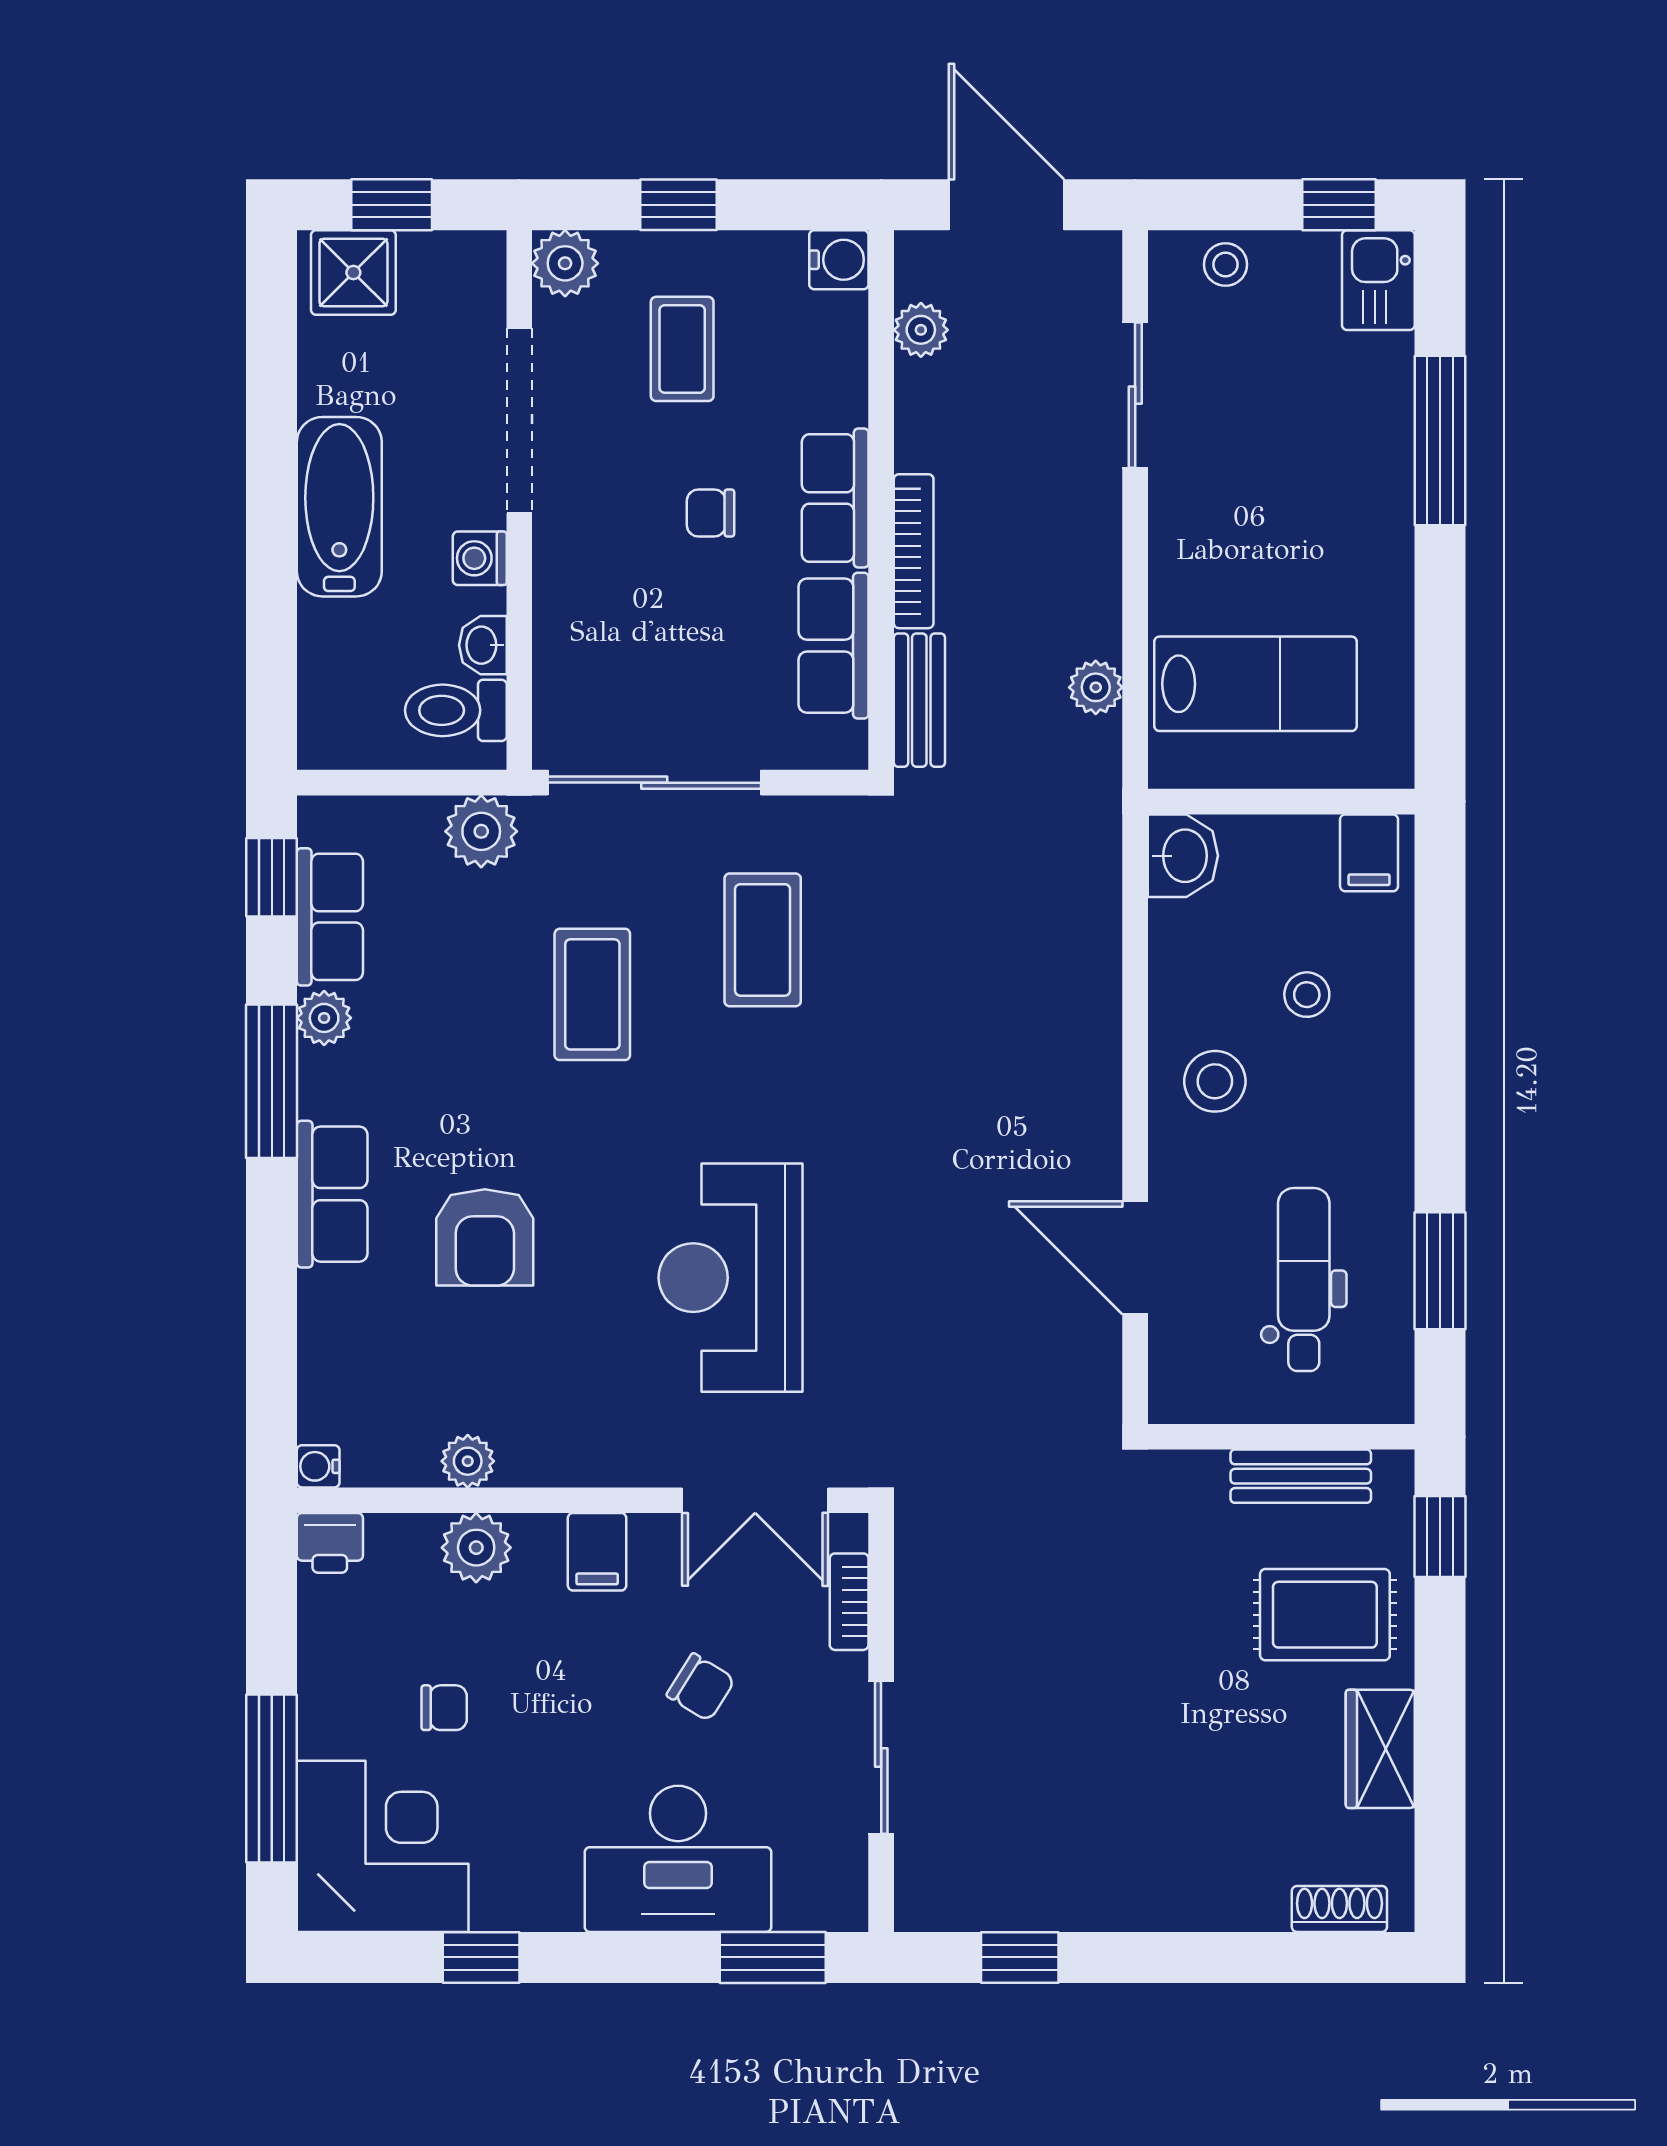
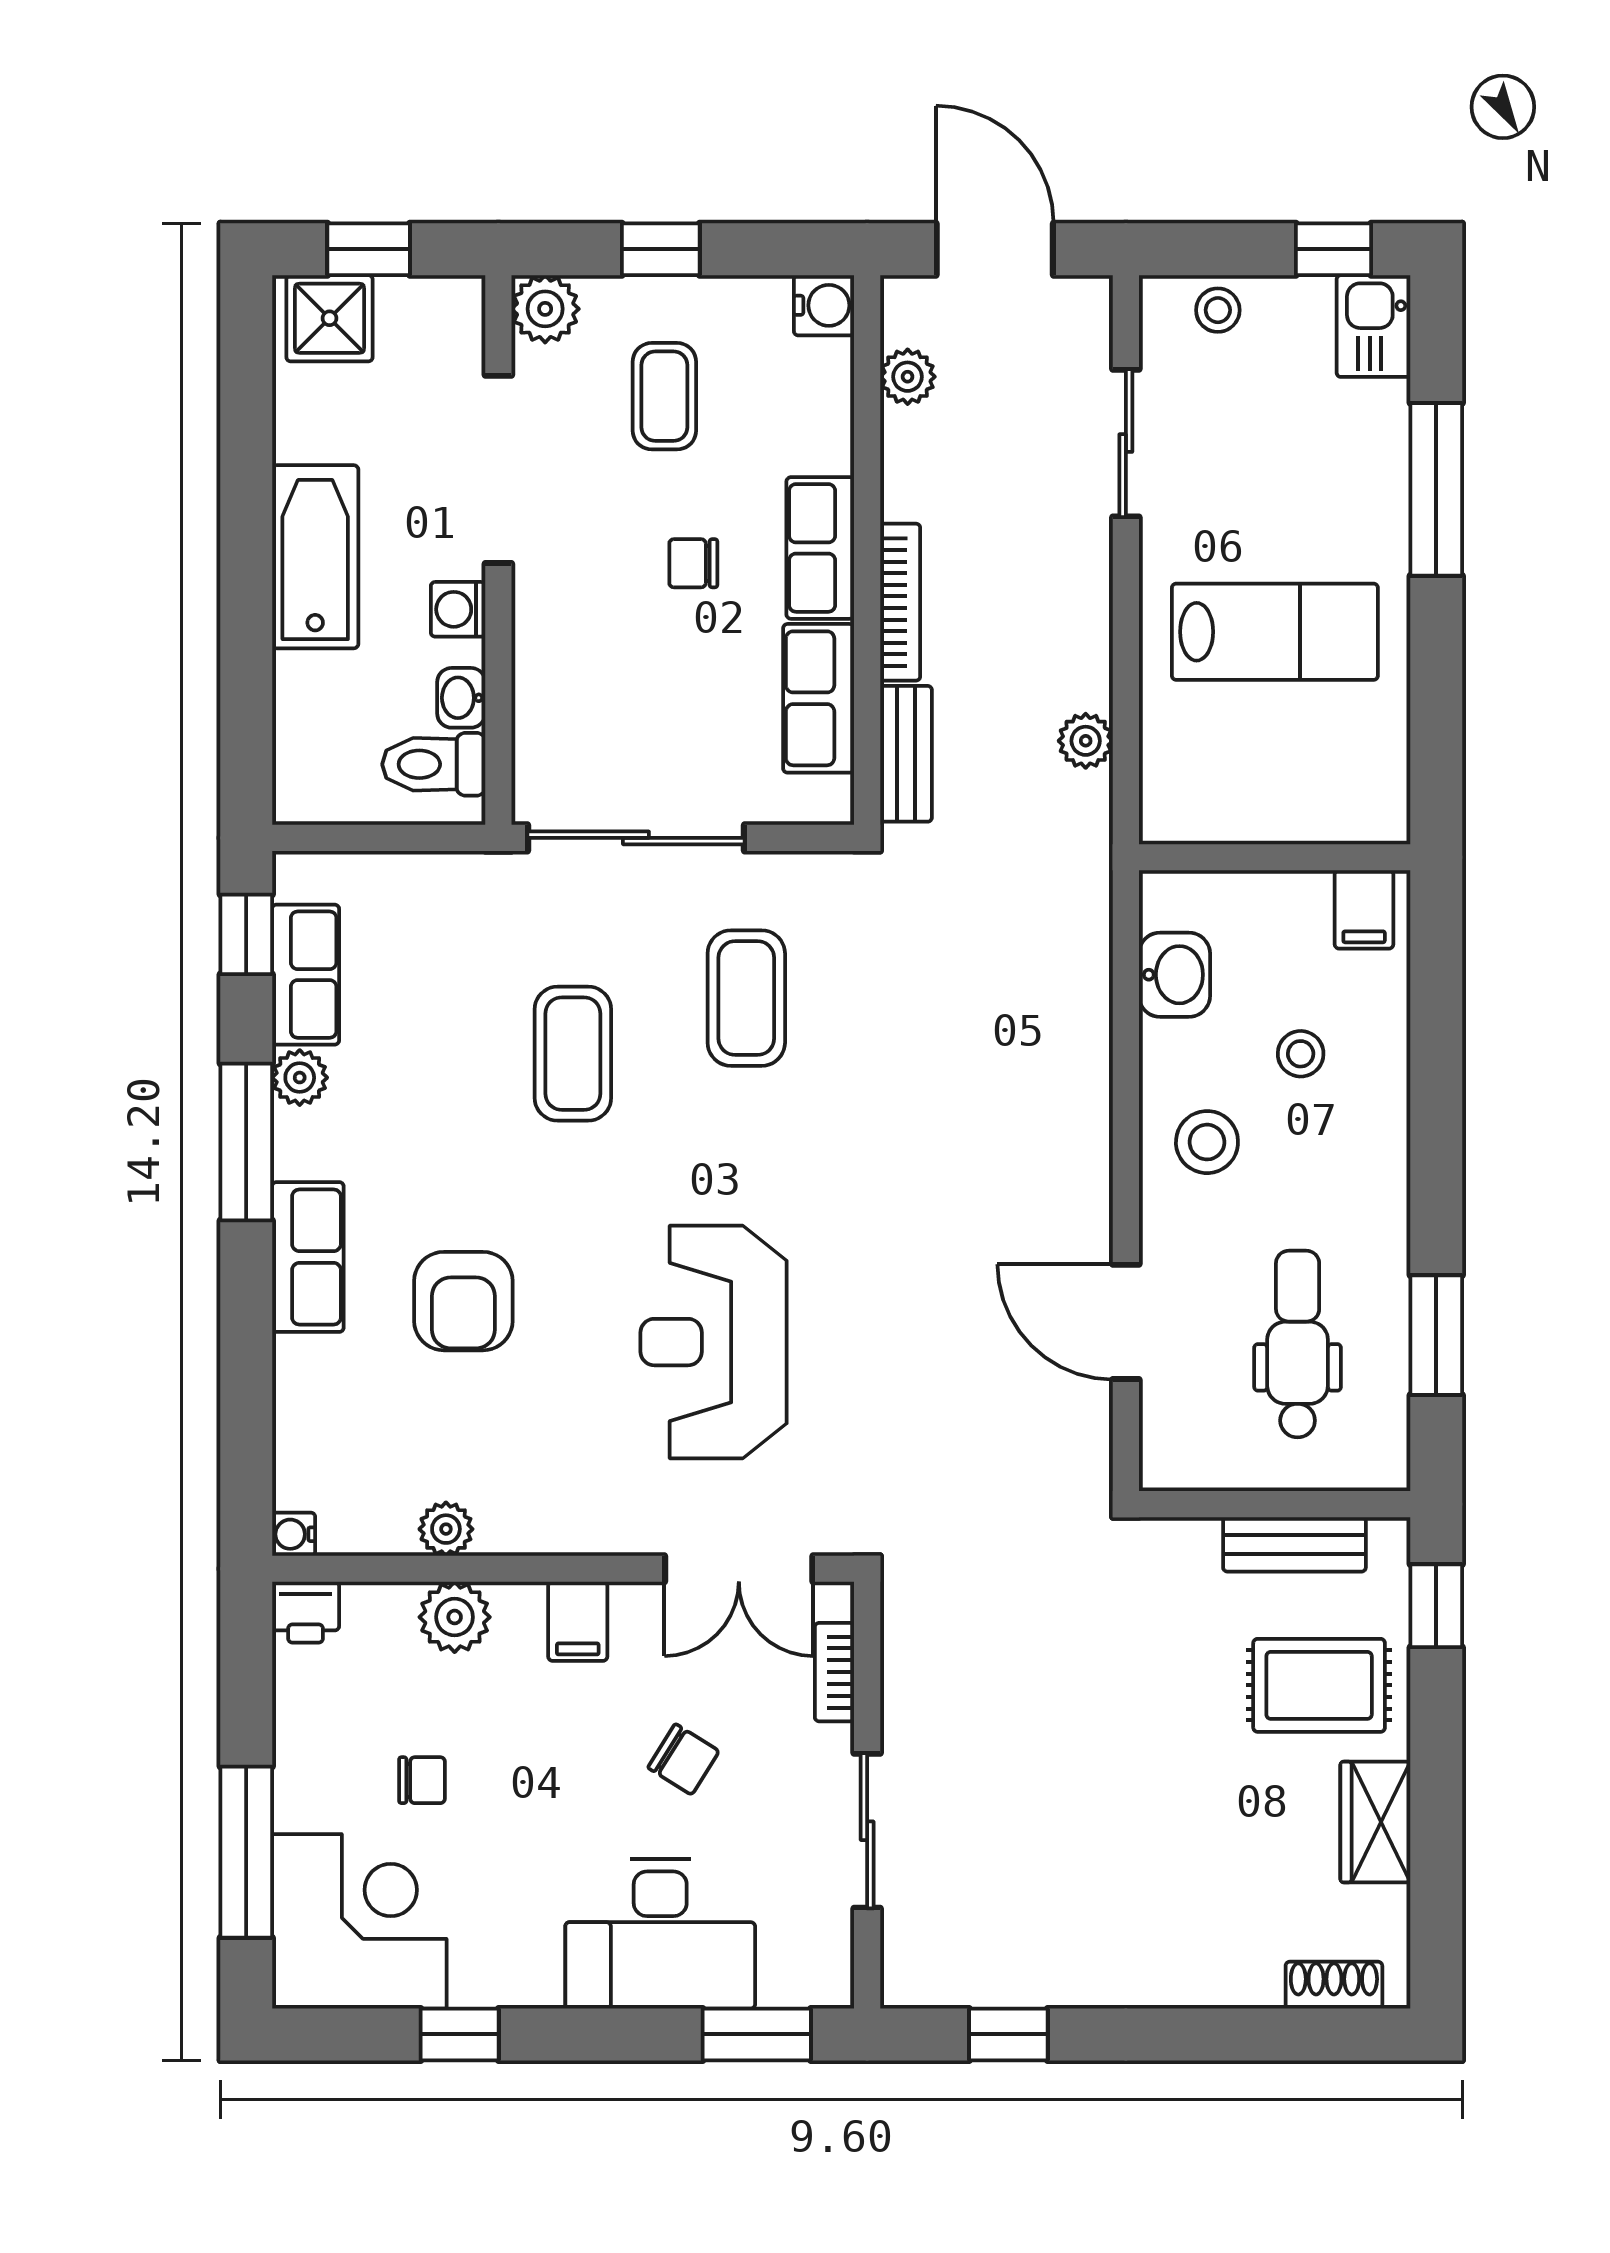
lab bench: (1256, 684) -> (1275, 632), moved
plant: (481, 831) -> (460, 887), removed
washbasin: (1183, 856) -> (1174, 975), moved

